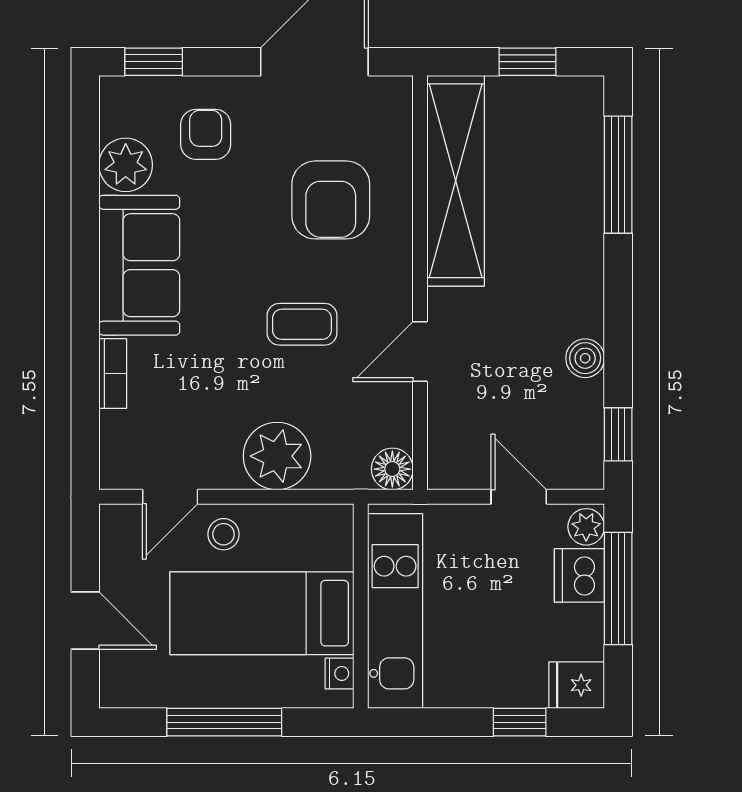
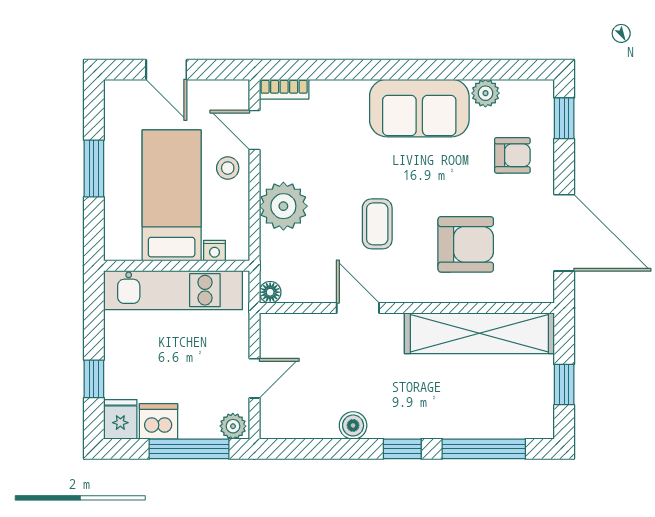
plant: (126, 165) -> (485, 93), width x0.73, depth x0.73
armchair: (331, 200) -> (466, 244), turned 180
bookcase: (113, 374) -> (284, 89), moved
window: (618, 434) -> (402, 449), moved
floor lamp: (392, 469) -> (270, 292), width x0.73, depth x0.73
dishwasher: (579, 575) -> (159, 421), moved
door: (85, 621) -> (166, 70), hinge flipped
nightstand: (339, 674) -> (215, 251), moved
window: (224, 722) -> (94, 169), width x0.69

